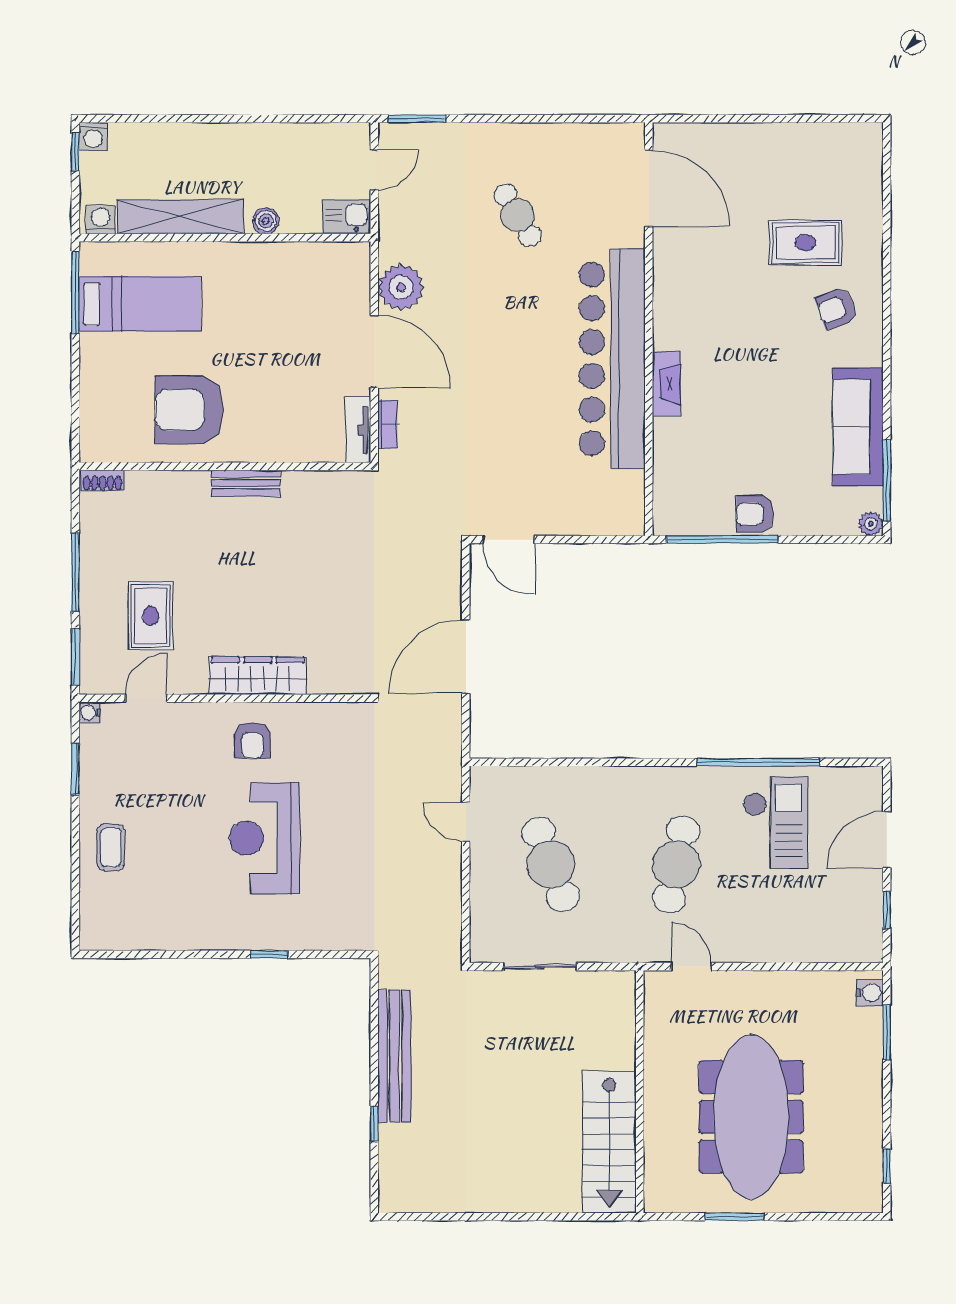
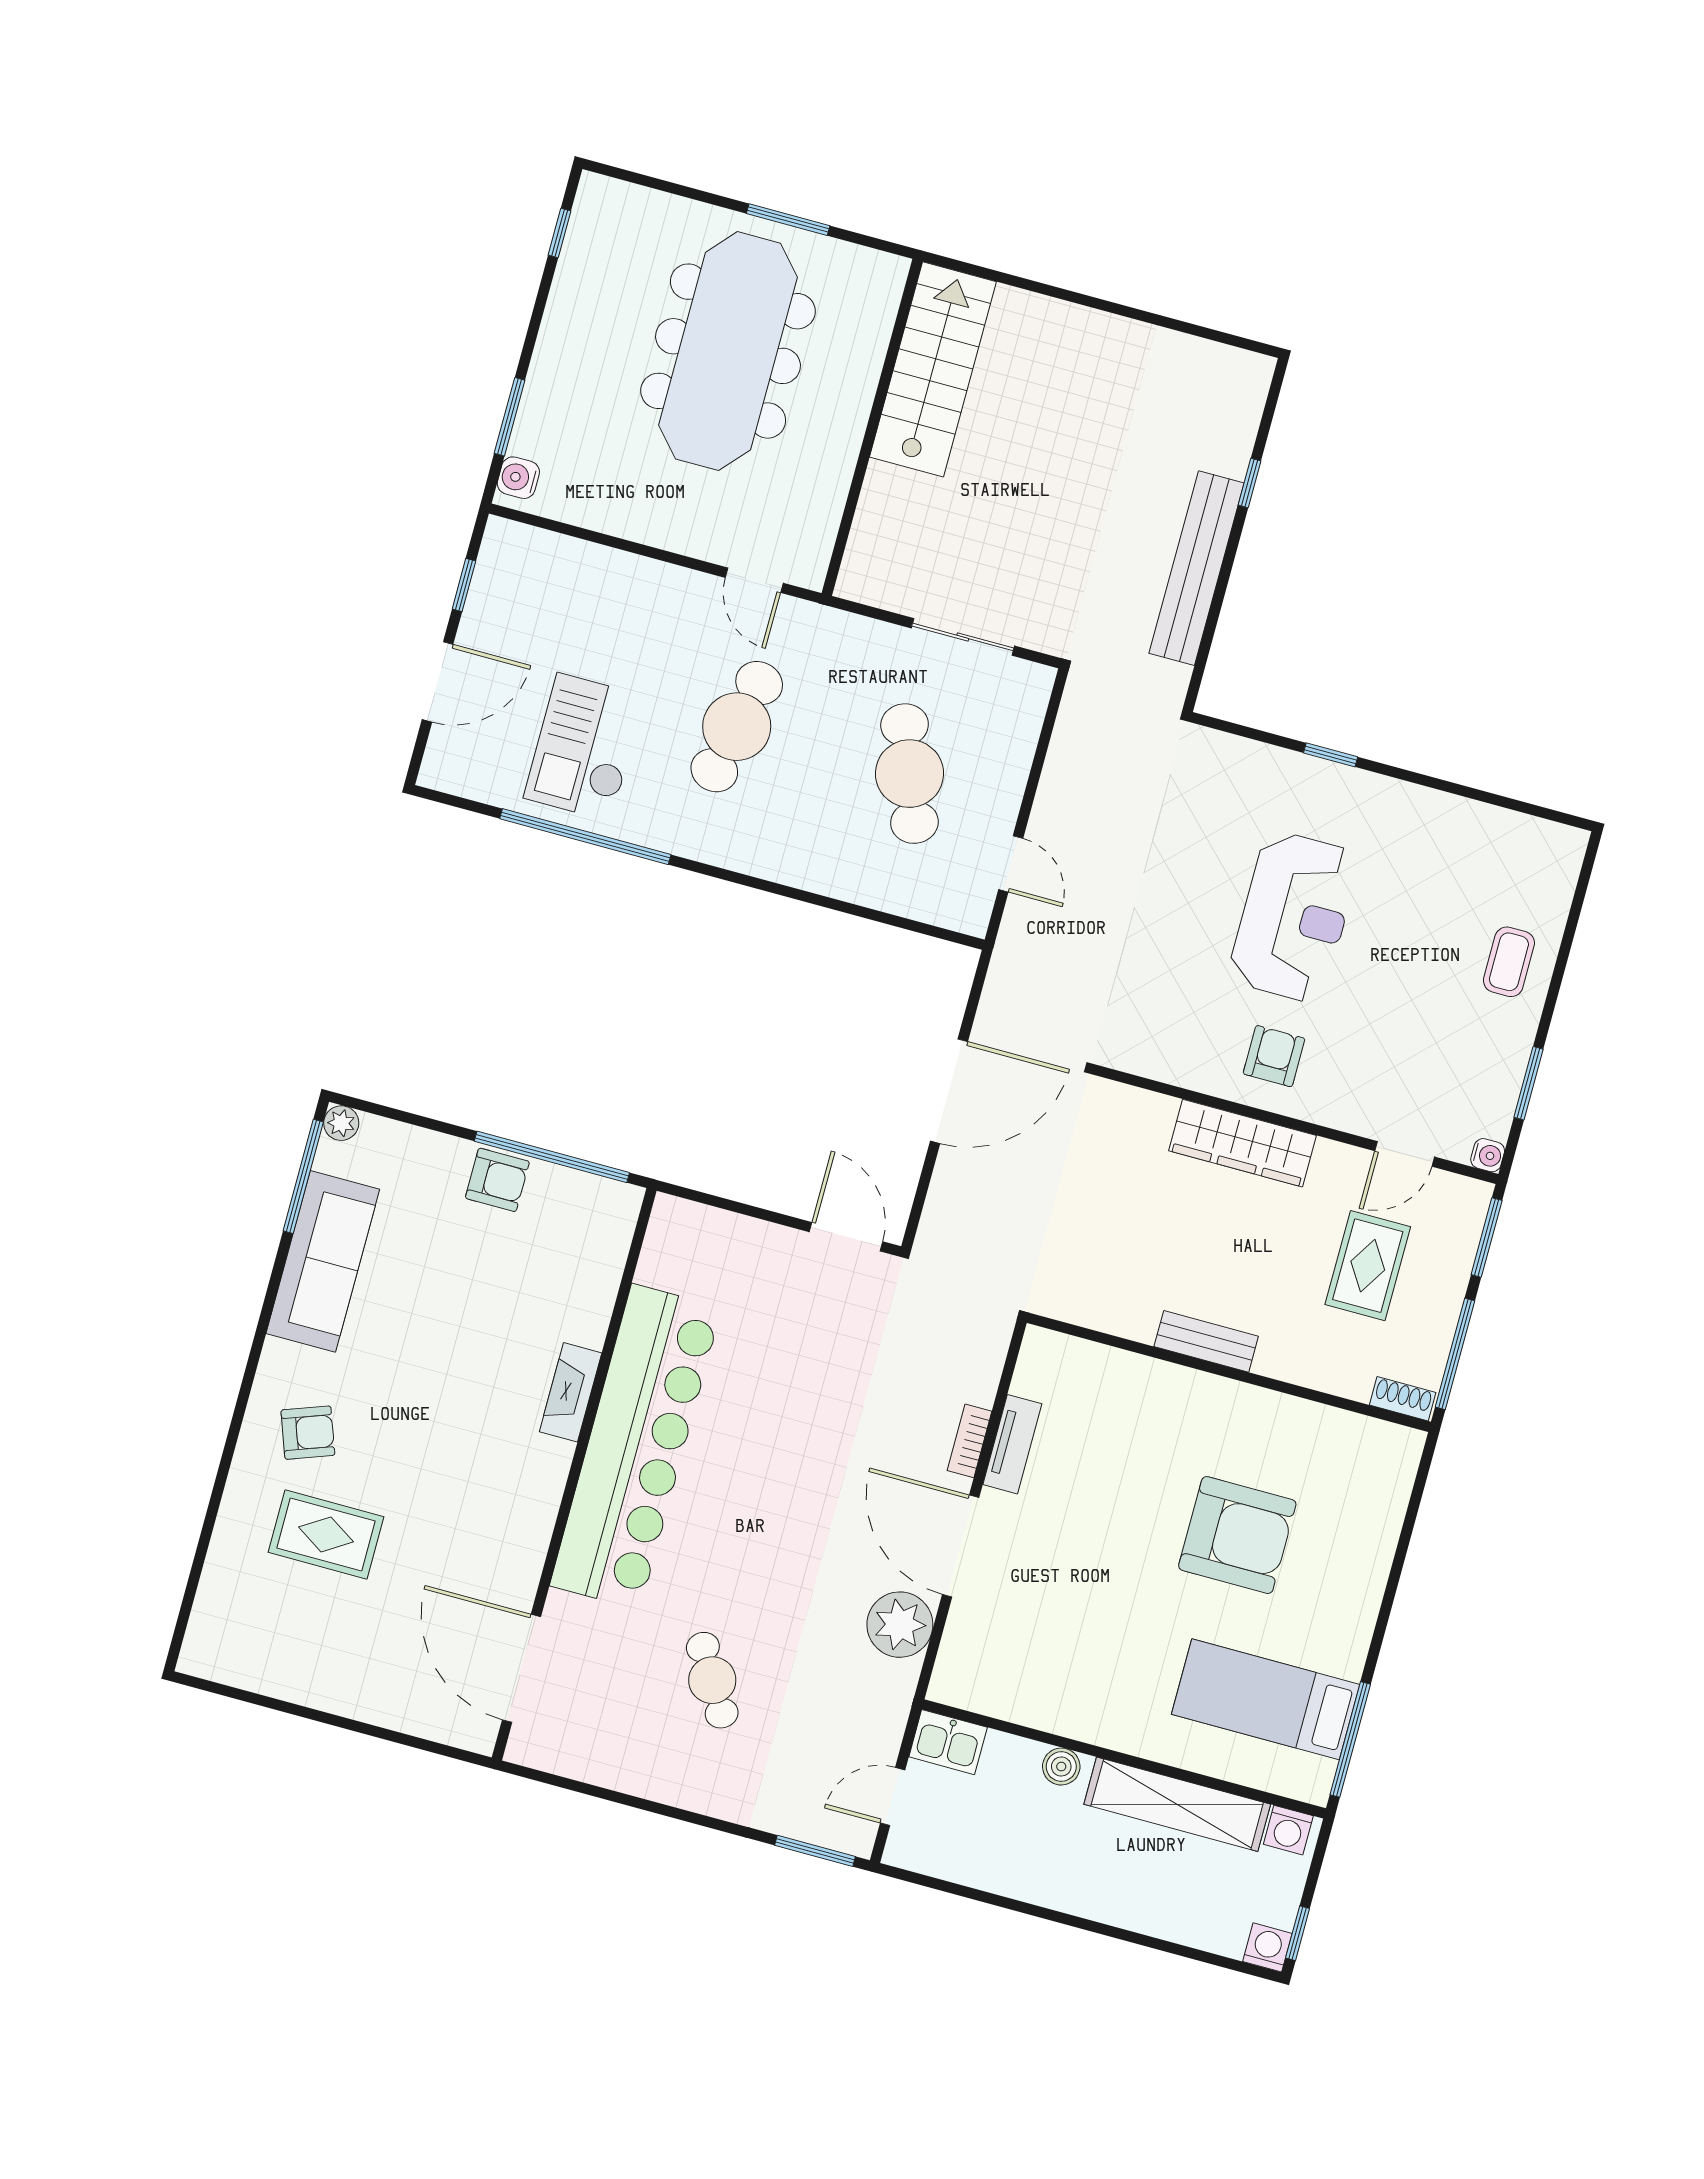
wall: (225, 466) -> (1229, 1372), moved
shoe rack: (103, 480) -> (1403, 1399), moved
bench: (246, 483) -> (1206, 1341), moved

